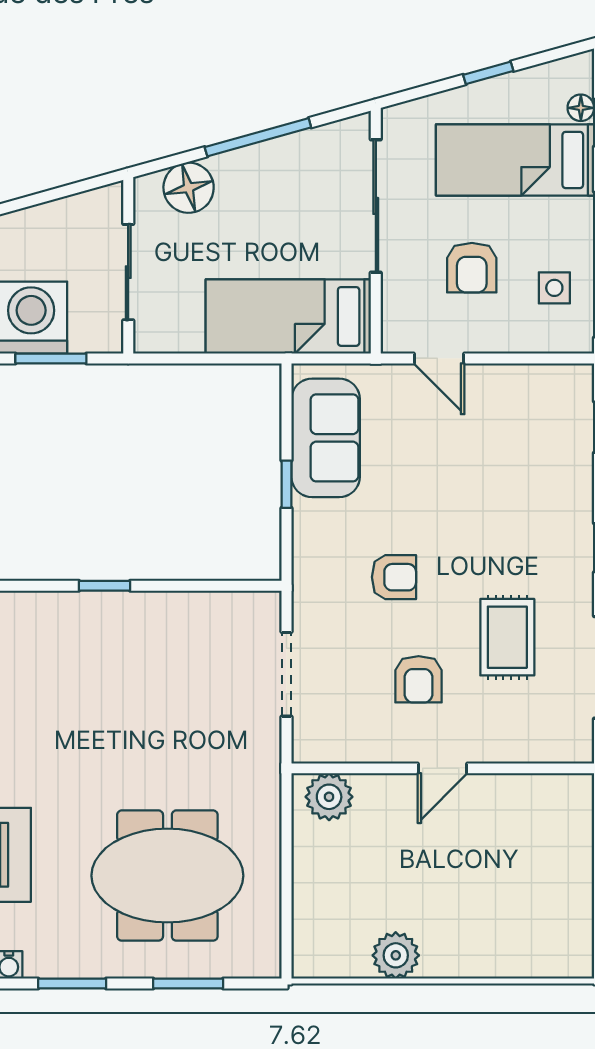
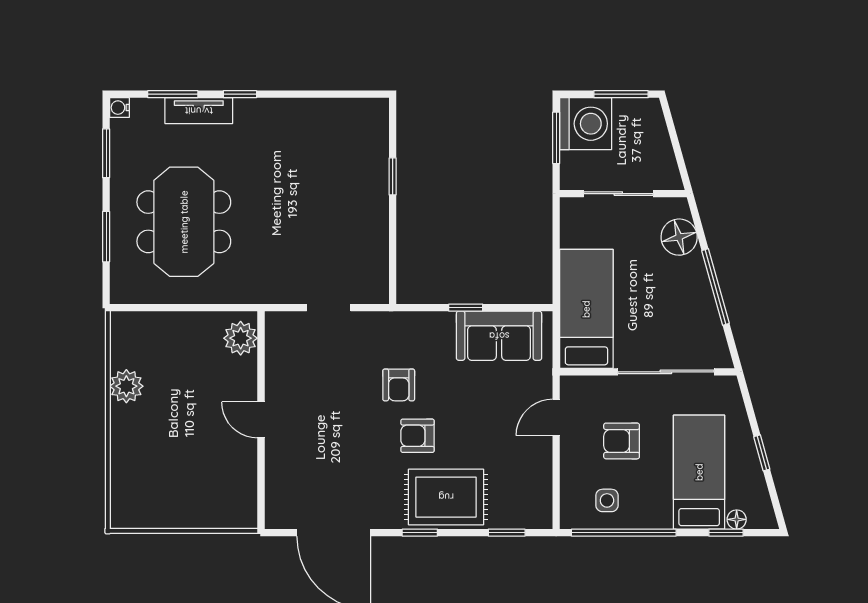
rug: (507, 637) -> (446, 497), moved, width x1.36, depth x1.43
doorway: (286, 674) -> (329, 308), width x0.73
armchair: (419, 679) -> (418, 436), moved

